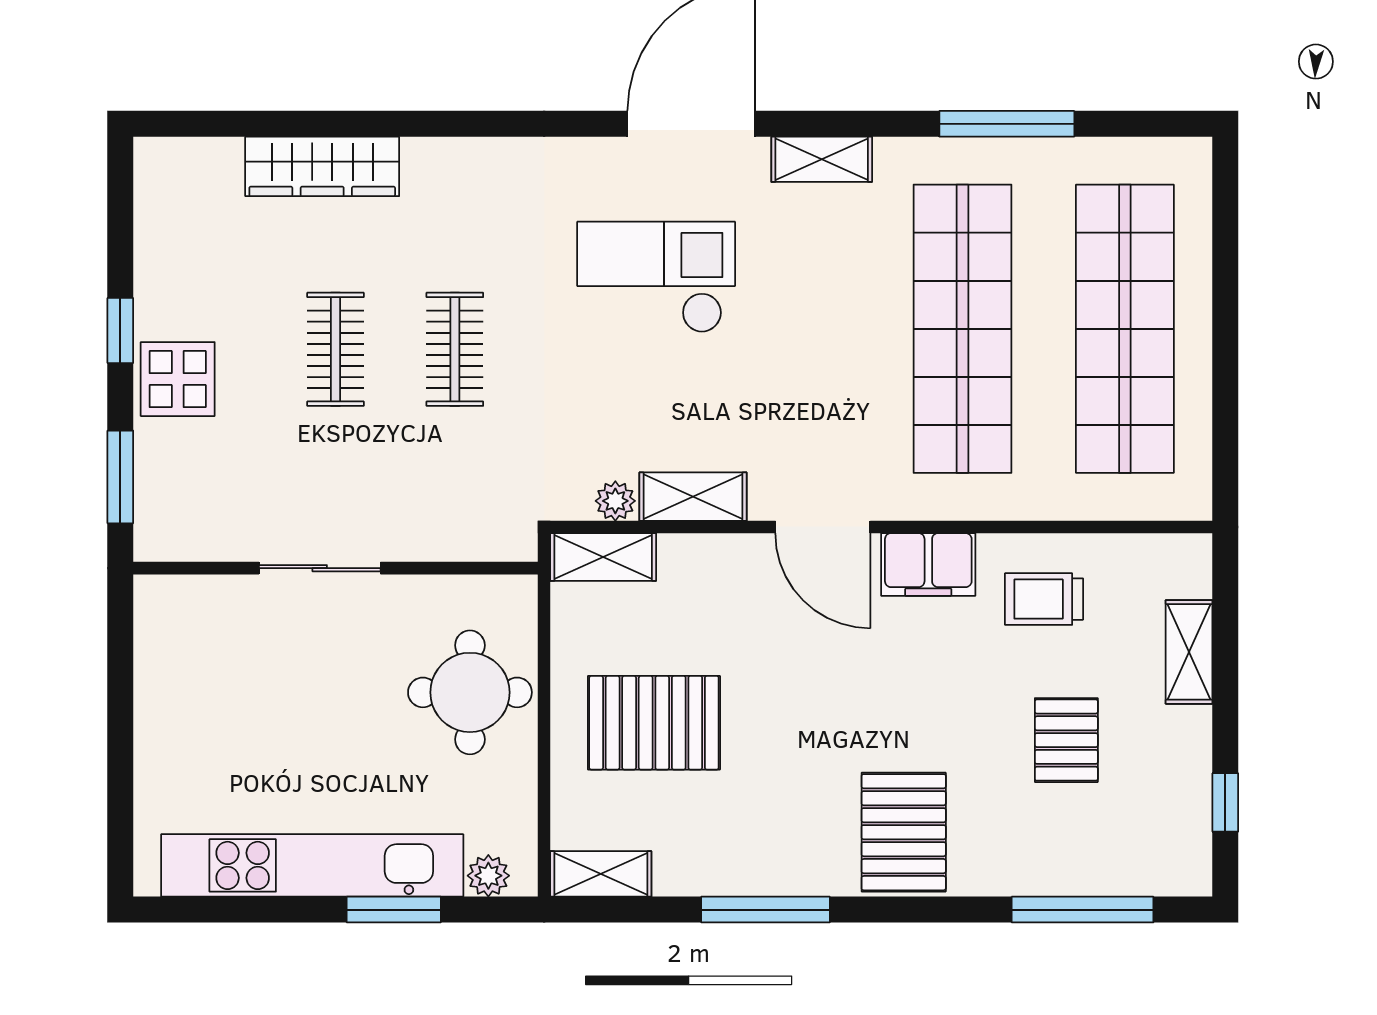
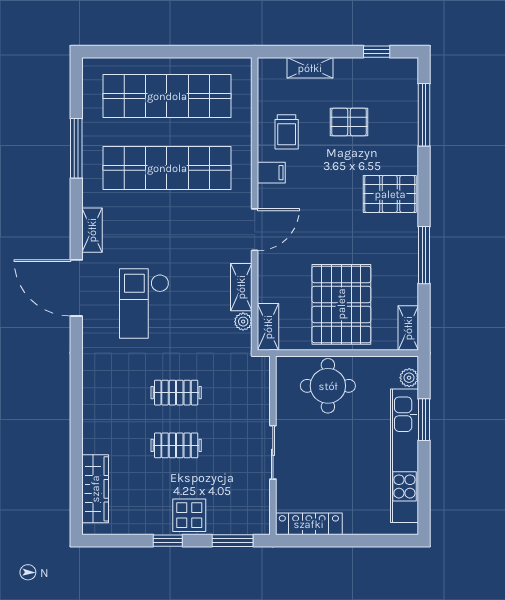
wardrobe: (322, 166) -> (95, 489), moved
filing cabinet: (928, 565) -> (271, 173), width x0.50
locker: (158, 649) -> (309, 524), added
pallet: (654, 723) -> (341, 304), width x1.37, depth x1.41

